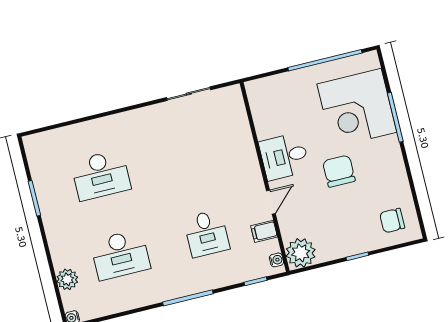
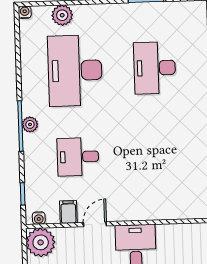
door: (271, 202) -> (95, 224), swing flipped
desk: (120, 255) -> (75, 71), width x1.36, depth x1.30
plant: (184, 289) -> (30, 124), added

